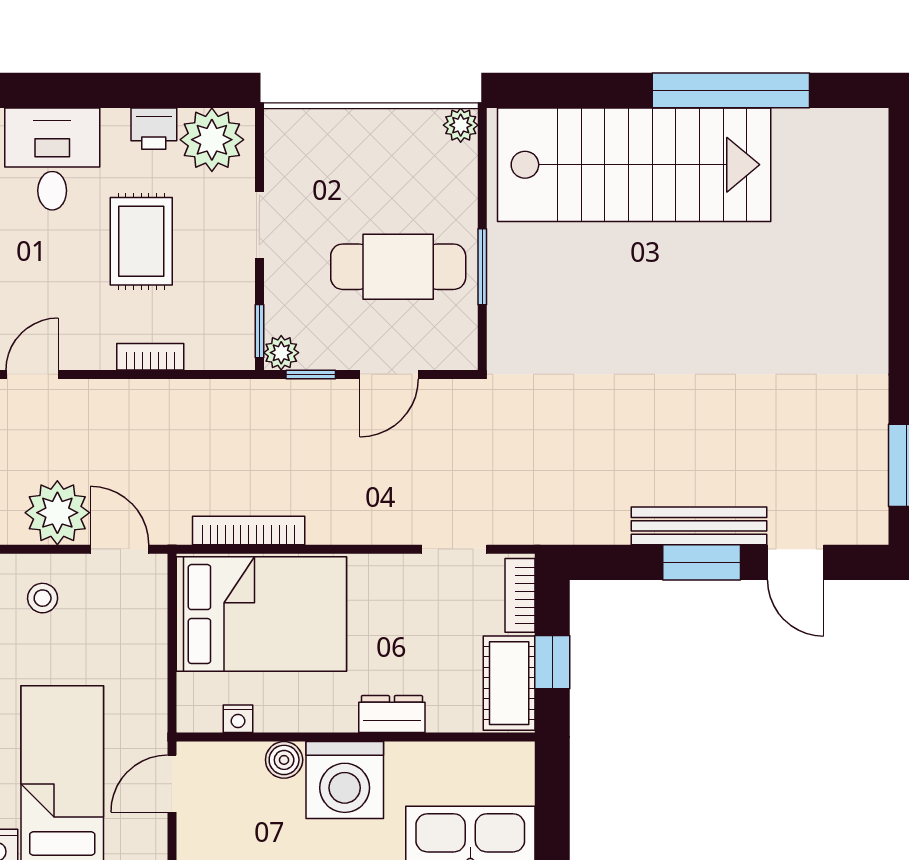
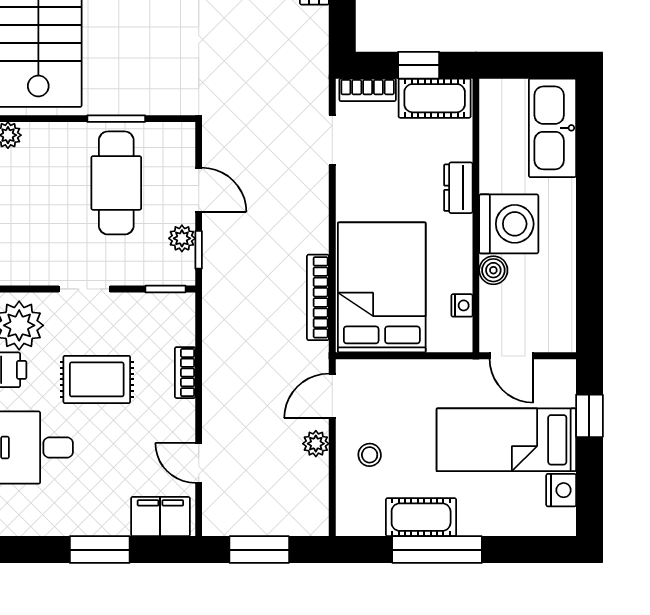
plant: (281, 353) -> (182, 238), moved
plant: (57, 513) -> (316, 444), width x0.53, depth x0.53

